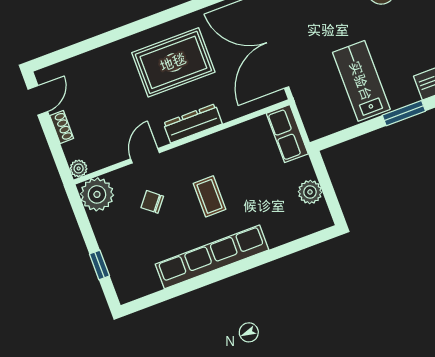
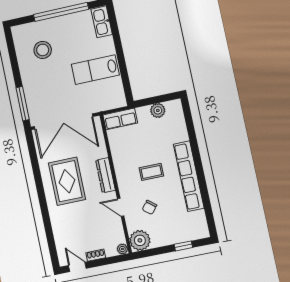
window: (404, 113) -> (118, 47), removed

